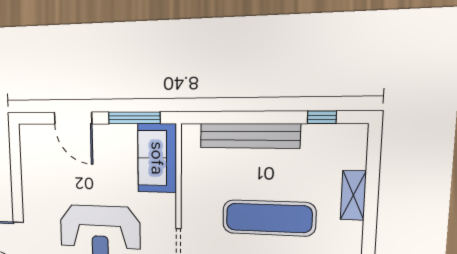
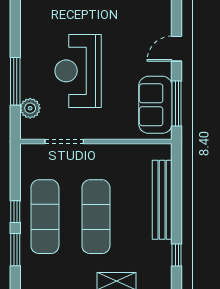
door: (73, 118) -> (177, 49), width x0.73
sofa: (157, 158) -> (155, 105), moved, turned -90

